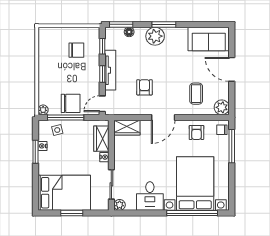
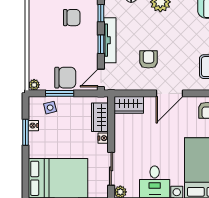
window: (66, 117) -> (60, 93), width x0.69

